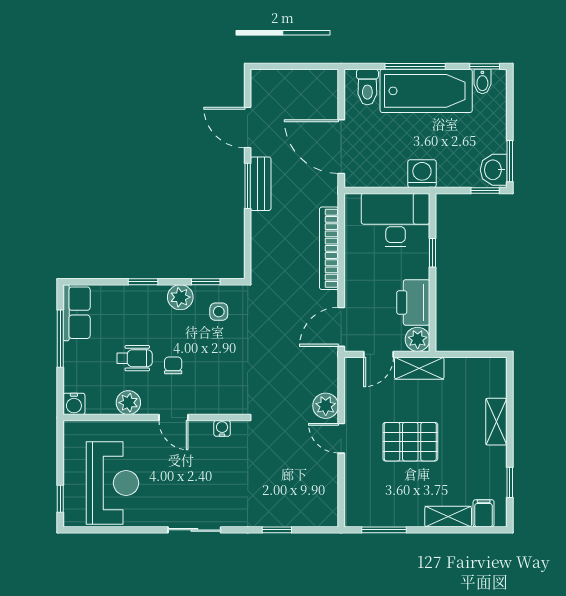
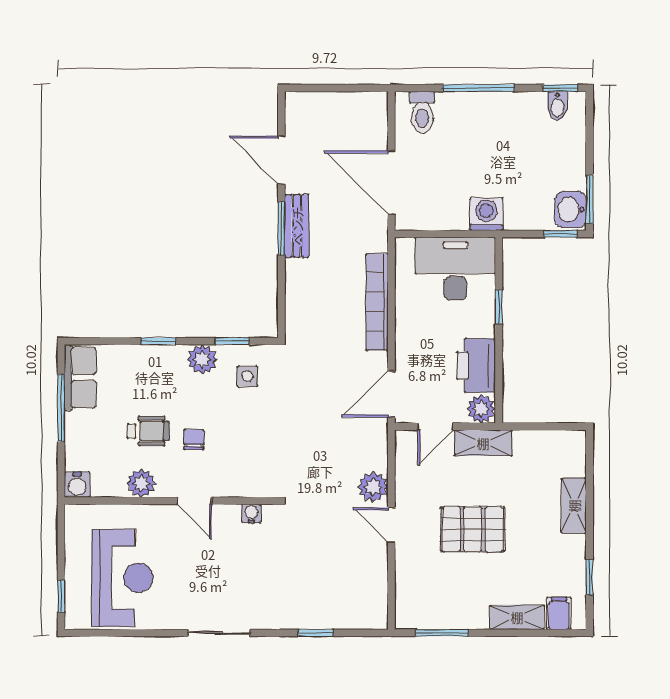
bathtub: (426, 91) -> (491, 117), removed

